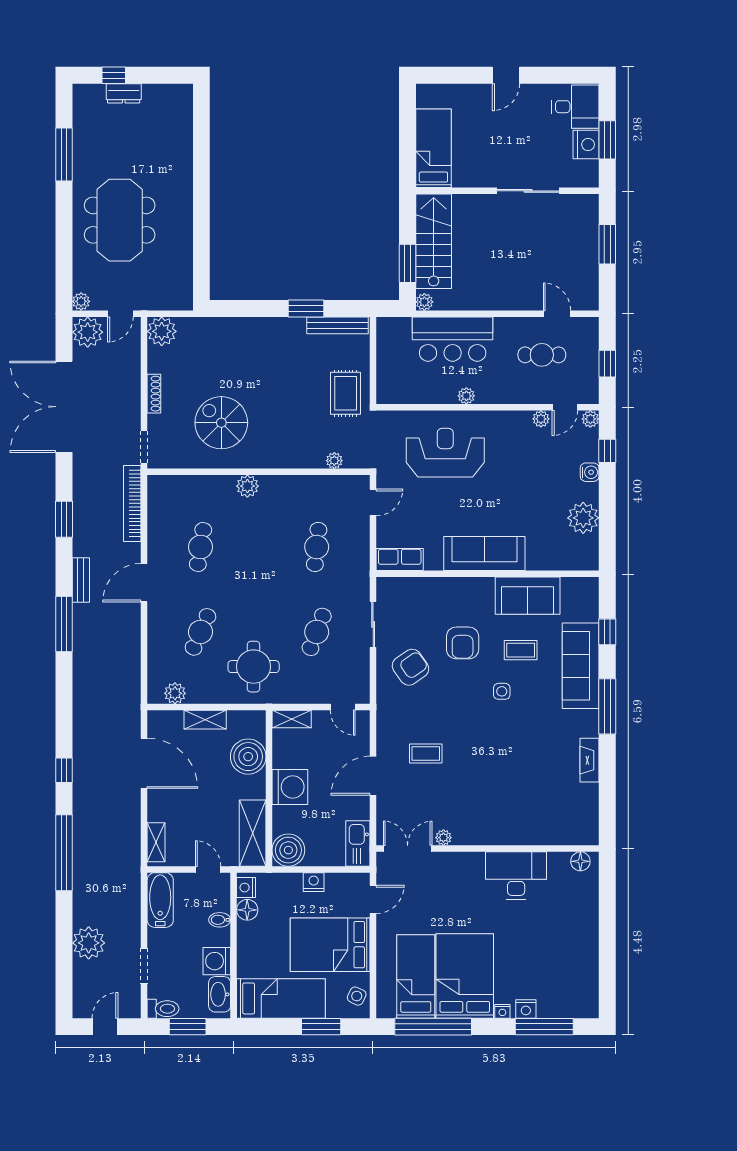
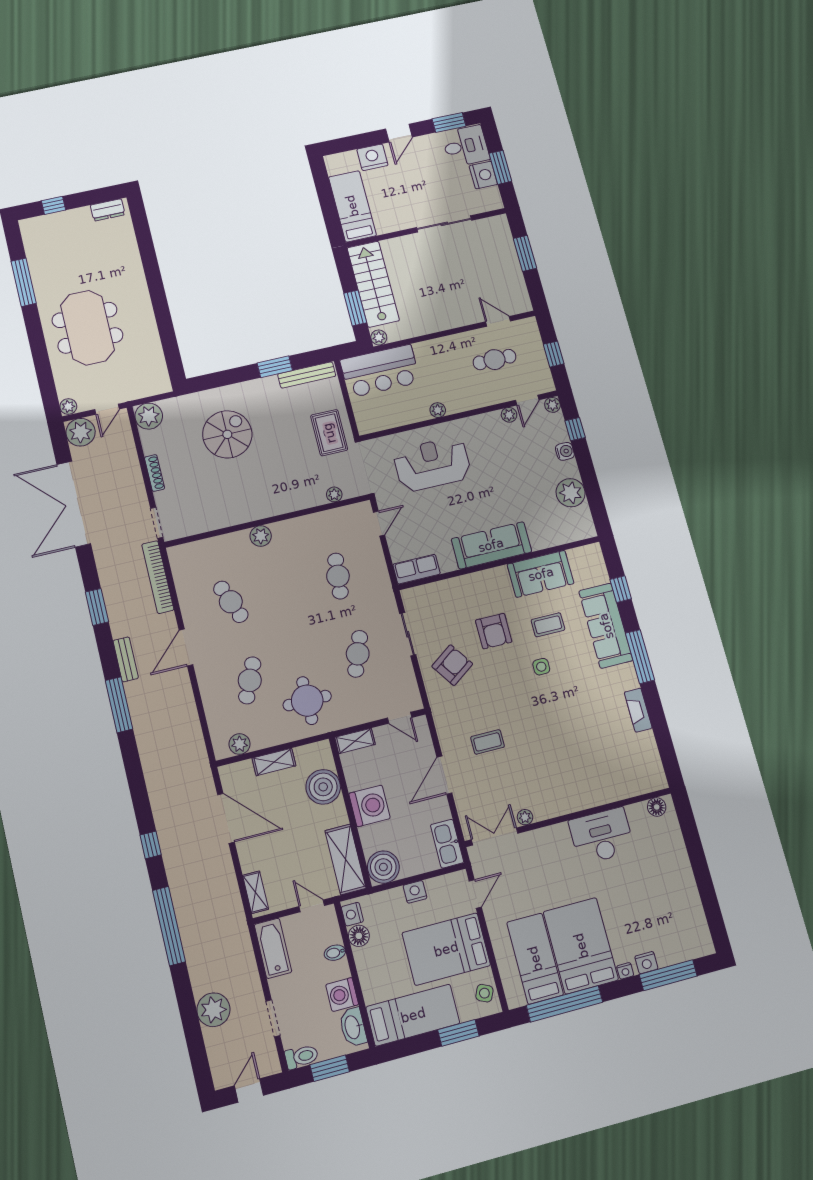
window: (564, 75) -> (449, 123), added
dresser: (124, 93) -> (108, 210), moved
nightstand: (470, 97) -> (372, 157), added
bar counter: (453, 339) -> (380, 371), moved
spiral stairs: (221, 423) -> (227, 434), moved, turned 90
cafe table: (201, 547) -> (231, 602), turned -30

